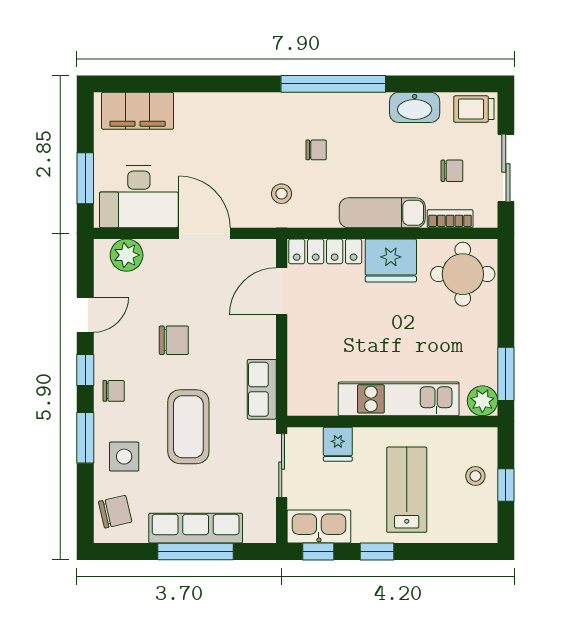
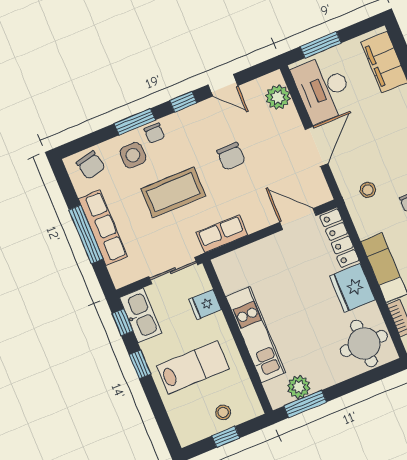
chair: (114, 391) -> (154, 133), moved
plant: (482, 401) -> (299, 387), moved

